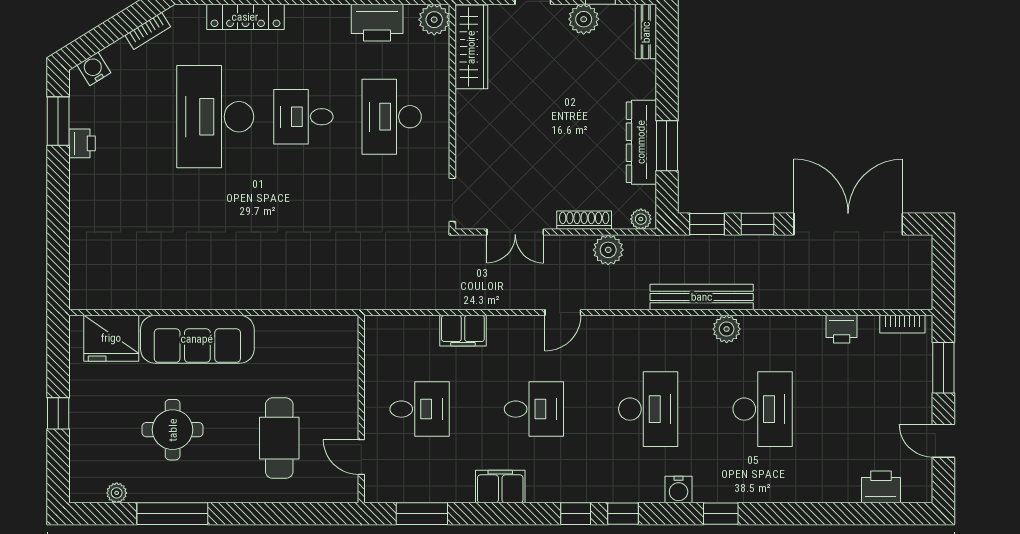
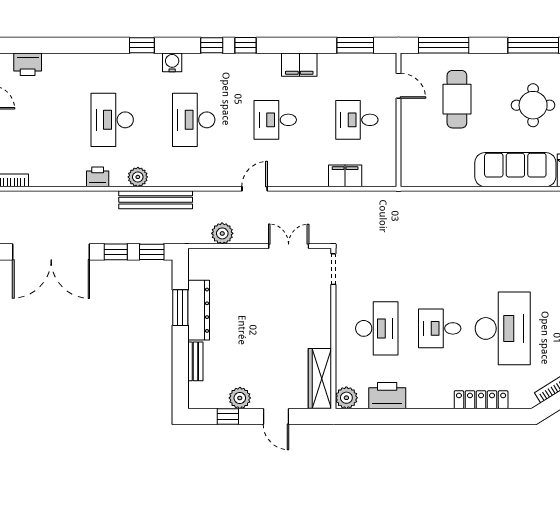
bench: (646, 32) -> (195, 361), moved
desk: (303, 117) -> (440, 328), turned 180
plant: (641, 219) -> (199, 255), removed
shoe rack: (584, 220) -> (239, 255), removed
printer: (842, 329) -> (98, 177), moved
filing cabinet: (463, 331) -> (345, 176), moved
window: (298, 514) -> (444, 45), added

